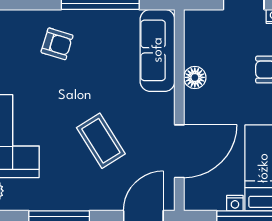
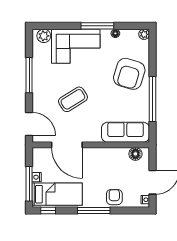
armchair: (57, 44) -> (129, 74), width x1.88, depth x1.88
floor lamp: (195, 77) -> (135, 154), moved

